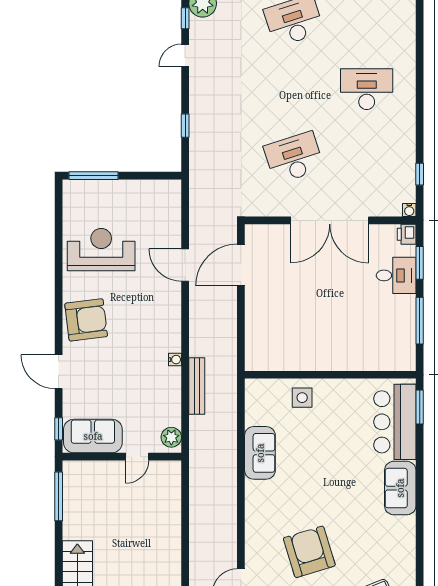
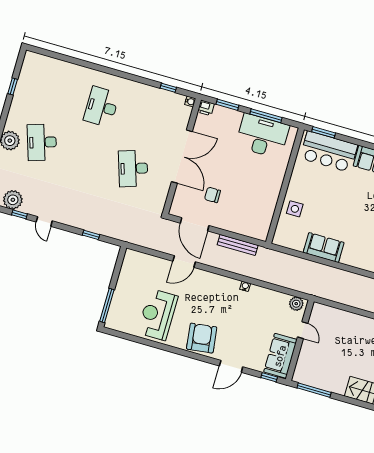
desk: (396, 275) -> (262, 136), moved, width x1.87, depth x1.30
chair: (289, 278) -> (212, 195), added
bench: (197, 386) -> (238, 245), moved

